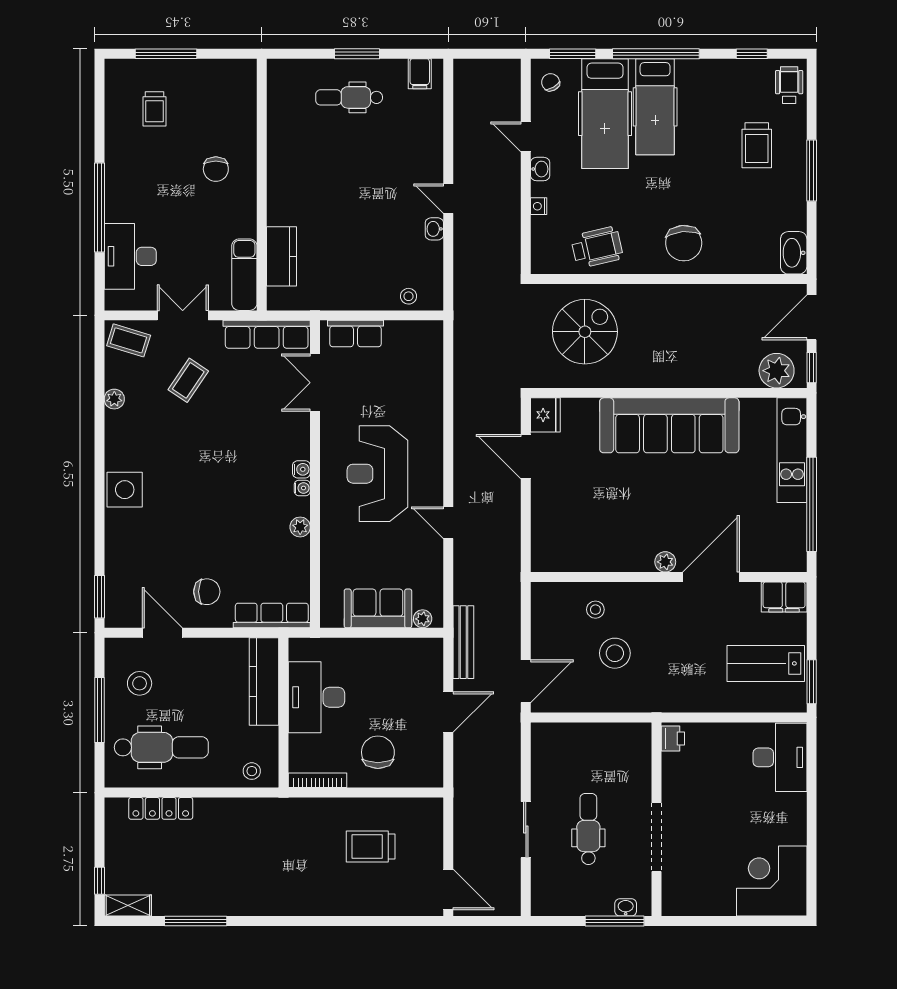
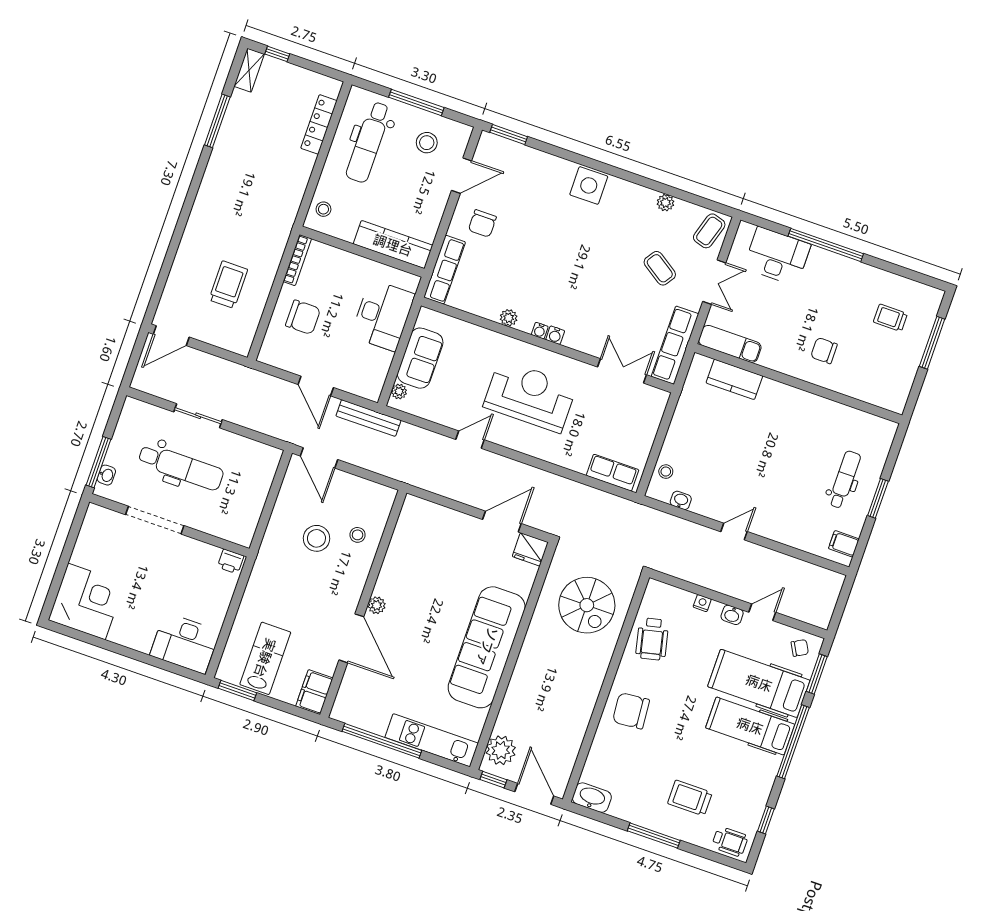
washbasin: (434, 229) -> (681, 500), moved
row of seats: (356, 334) -> (612, 473), moved, turned 90
desk: (316, 697) -> (383, 315), moved, turned 90
dental chair: (588, 829) -> (181, 467), width x1.36, depth x1.38

